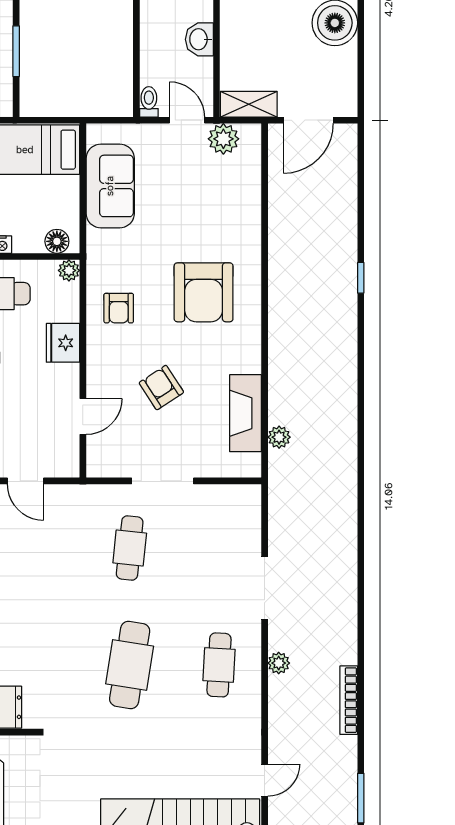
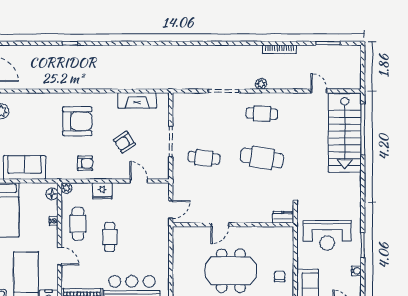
plant: (279, 437) -> (149, 84), removed

